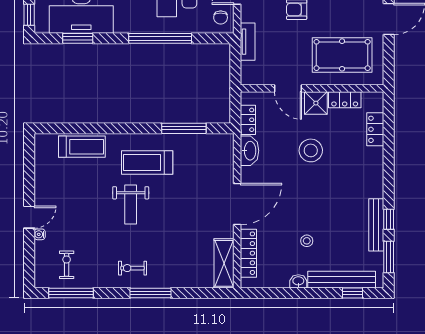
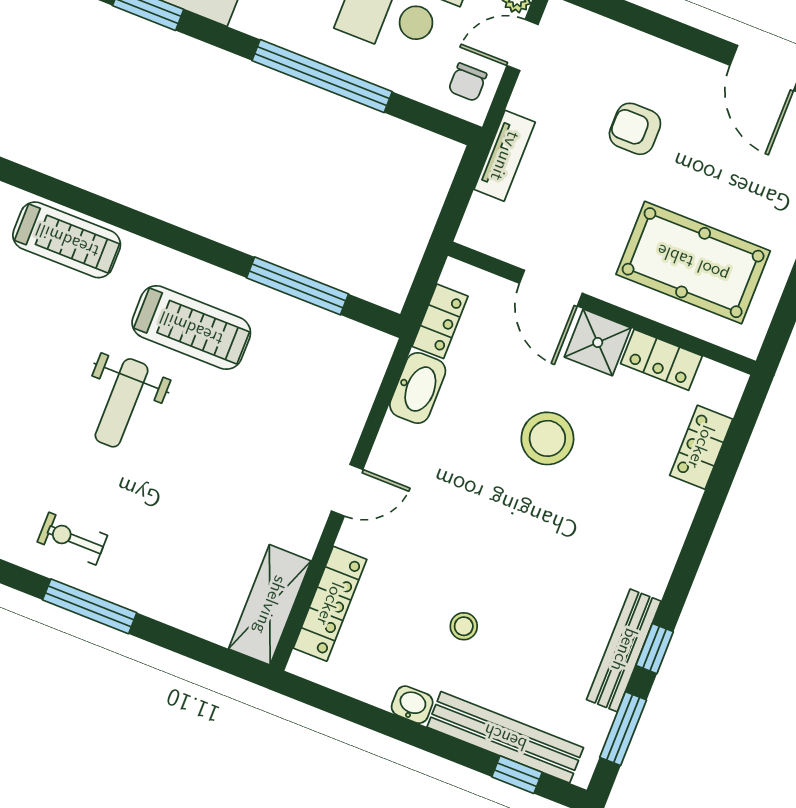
treadmill: (147, 162) -> (191, 328), turned 180
door: (237, 204) -> (347, 490), width x0.53

